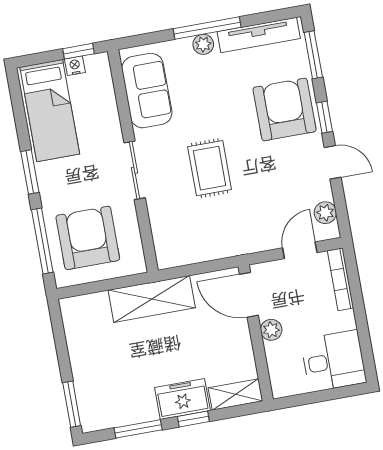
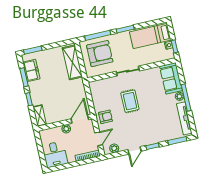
sofa: (147, 91) -> (171, 78), moved, turned 90
armchair: (285, 109) -> (105, 117), moved, width x0.53, depth x0.53
rug: (210, 168) -> (130, 101), turned 90
door: (300, 250) -> (99, 139), hinge flipped
shelving: (152, 299) -> (72, 62), moved
freezer: (182, 399) -> (31, 70), moved

